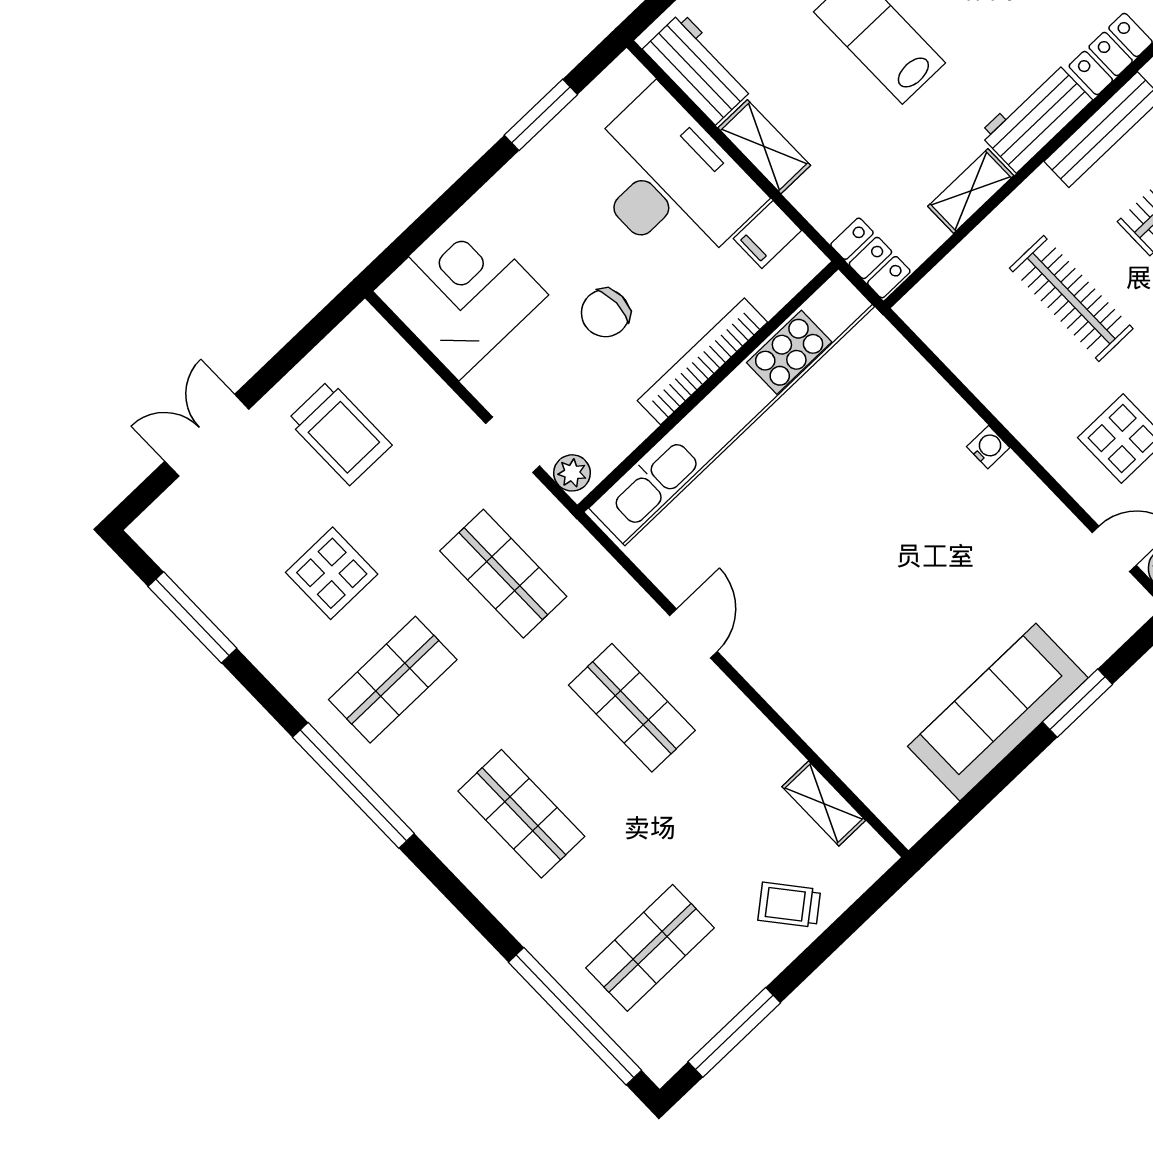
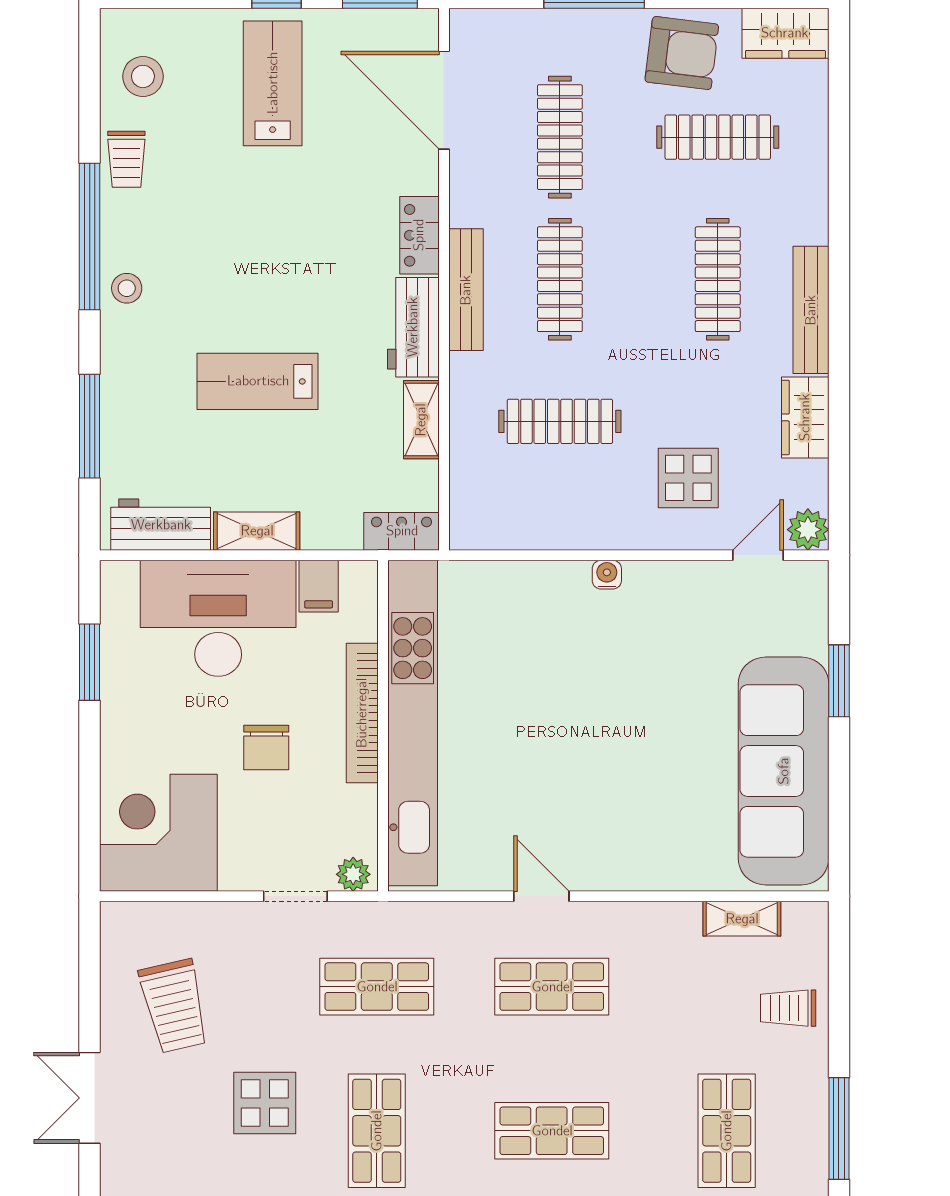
trolley: (339, 433) -> (174, 1006), turned 77
sofa: (998, 712) -> (784, 771), width x1.36, depth x1.27
trolley: (789, 905) -> (788, 1008), turned 39

